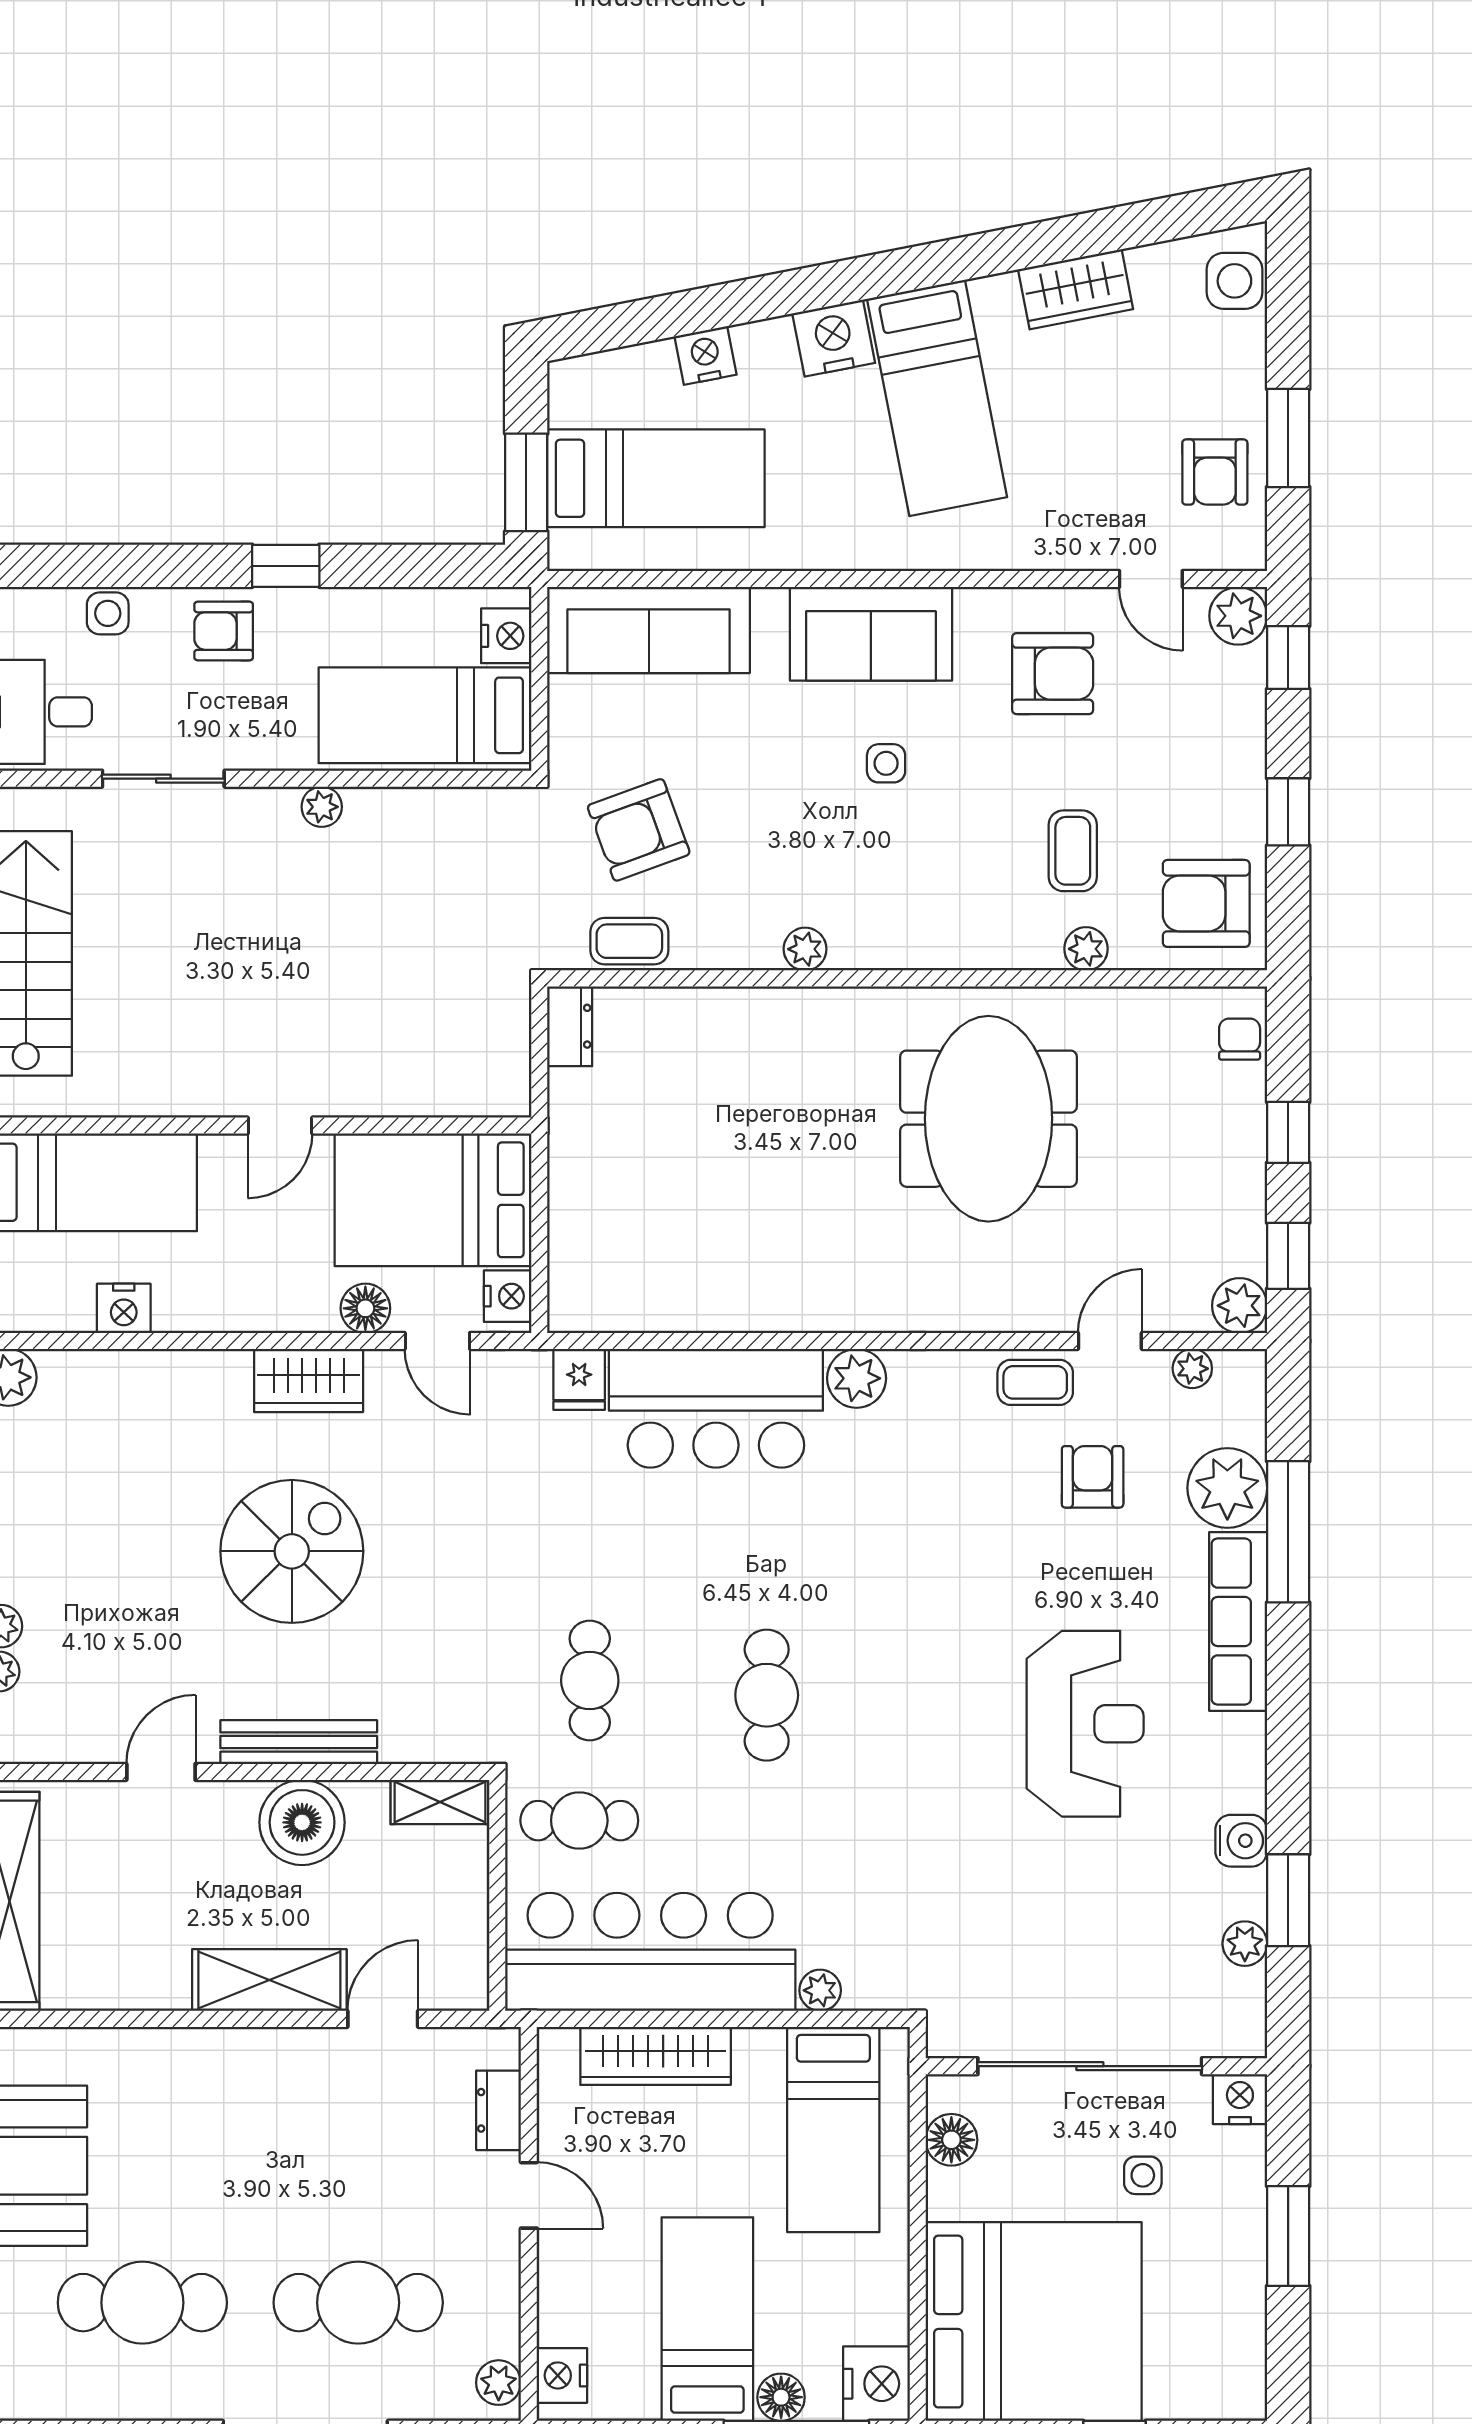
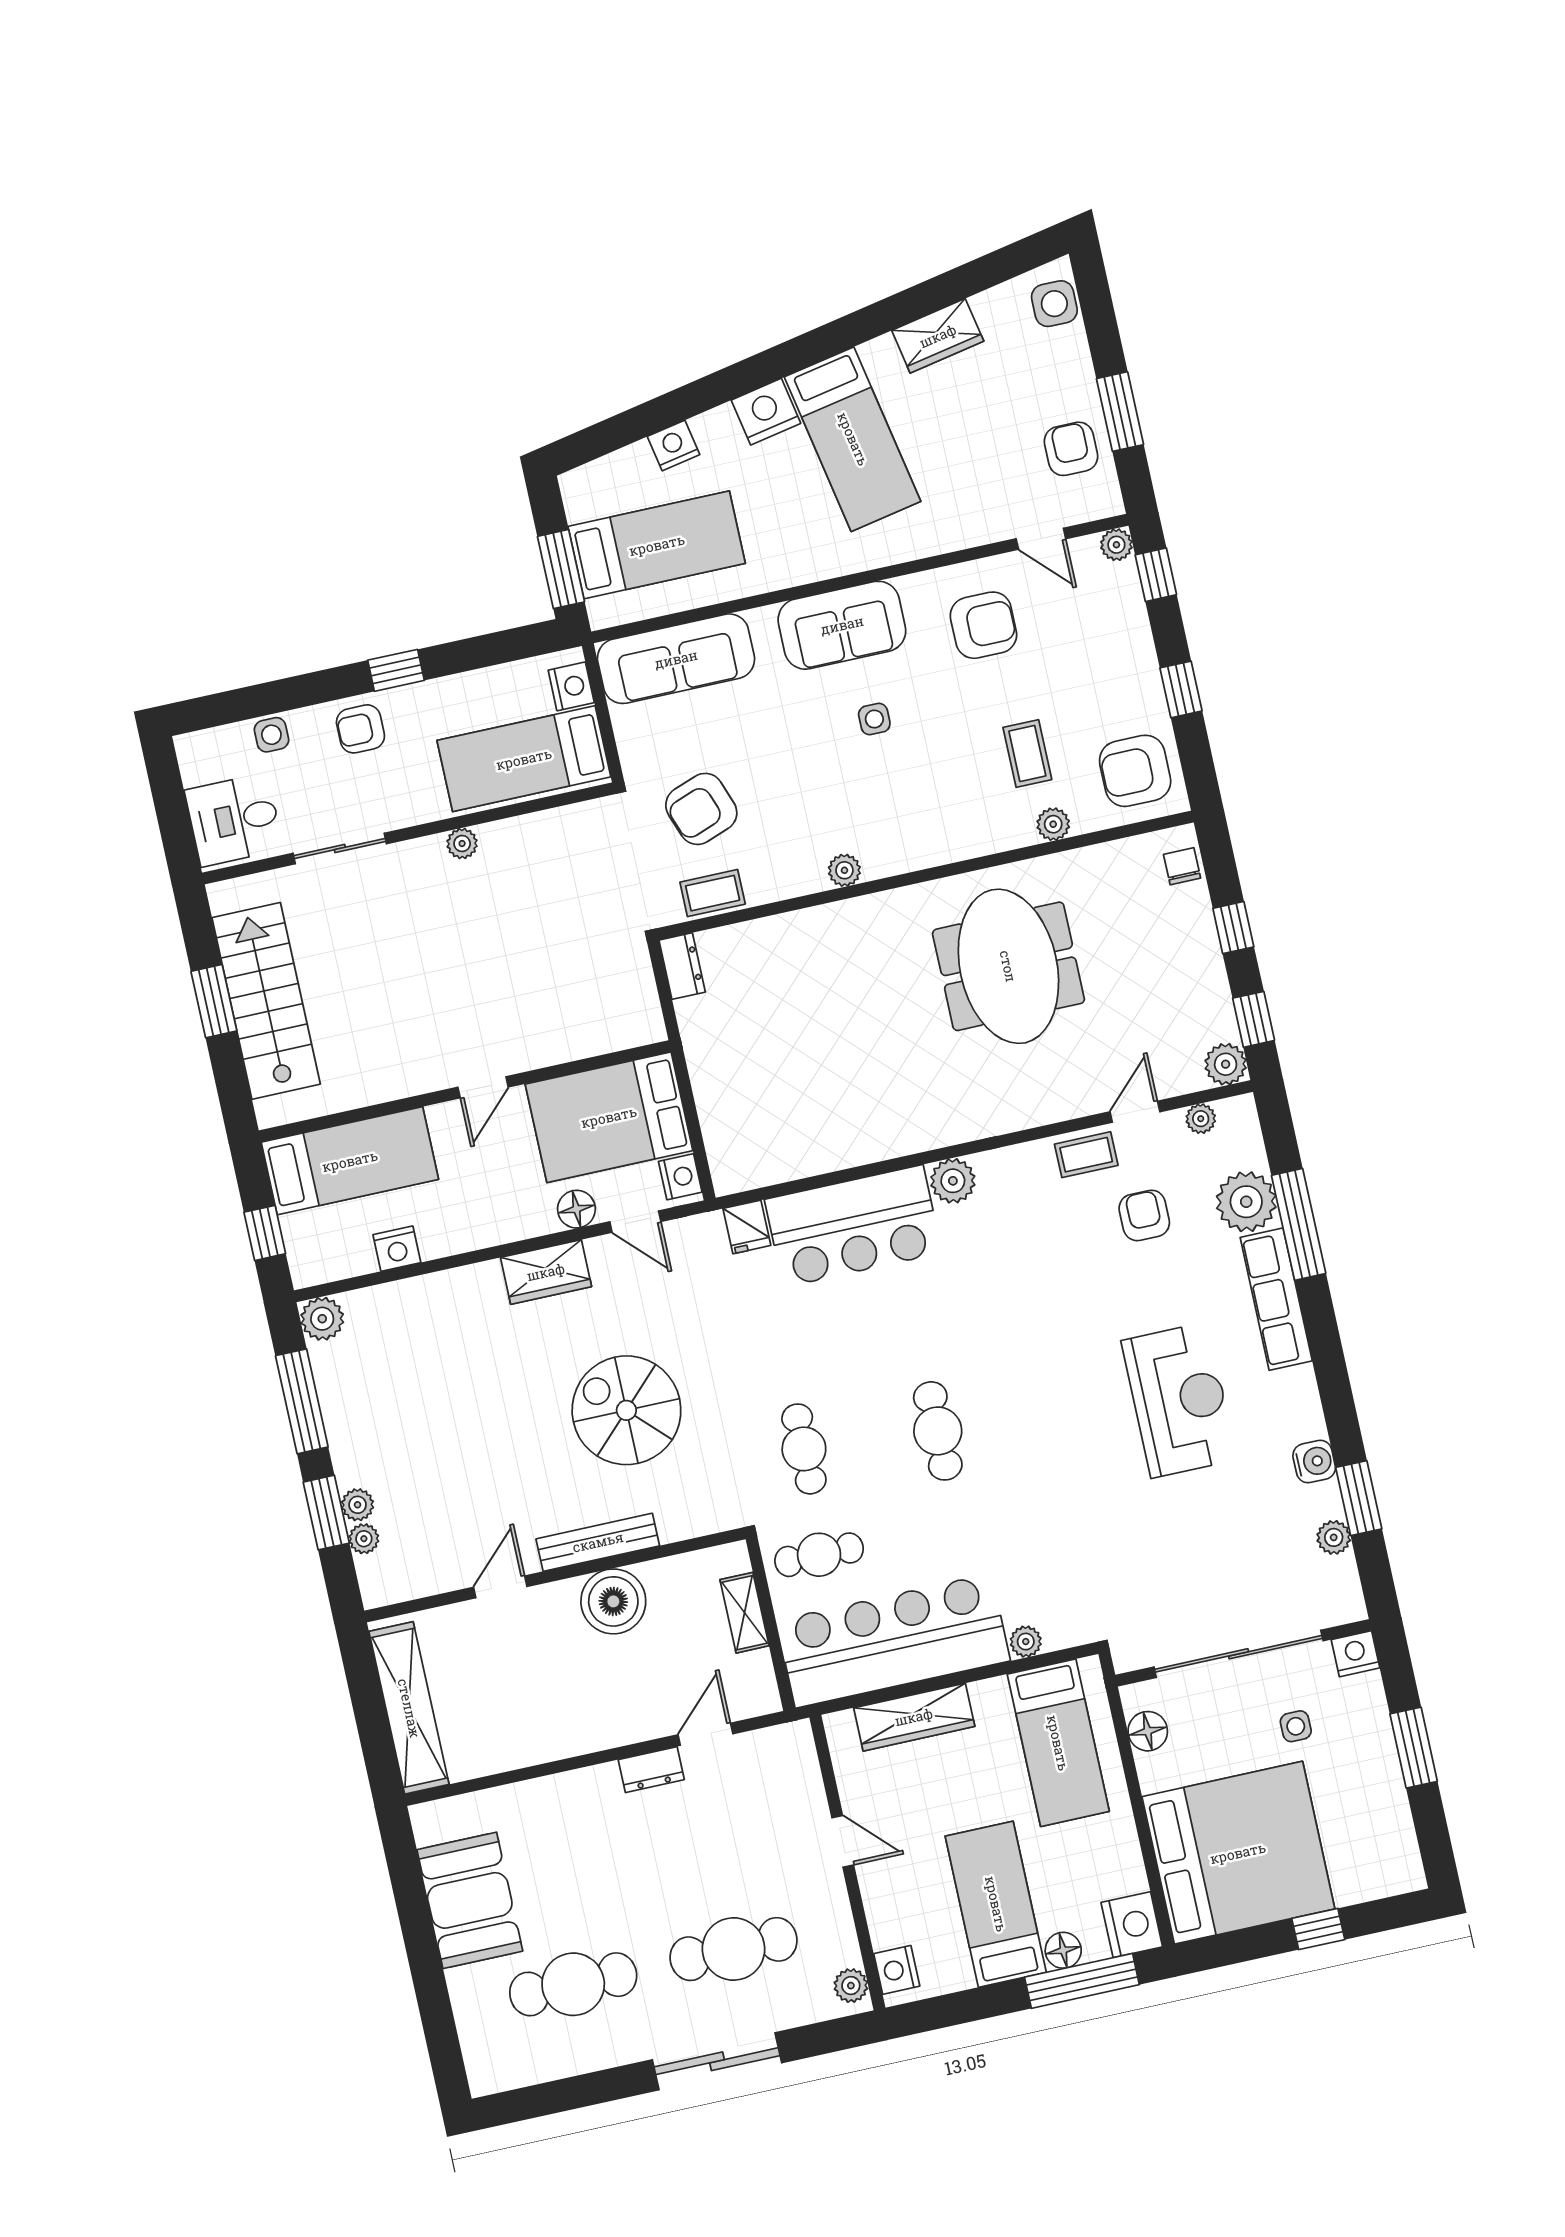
armchair: (1215, 472) -> (1071, 449), turned 180
plant: (1238, 616) -> (1116, 545), width x0.73, depth x0.73
spiral stairs: (292, 1551) -> (626, 1410), moved, turned -90
shelving: (440, 1802) -> (744, 1613), moved, turned 90
shelving: (269, 1980) -> (615, 1724), removed
dresser: (499, 2110) -> (651, 1770), moved, turned -90

